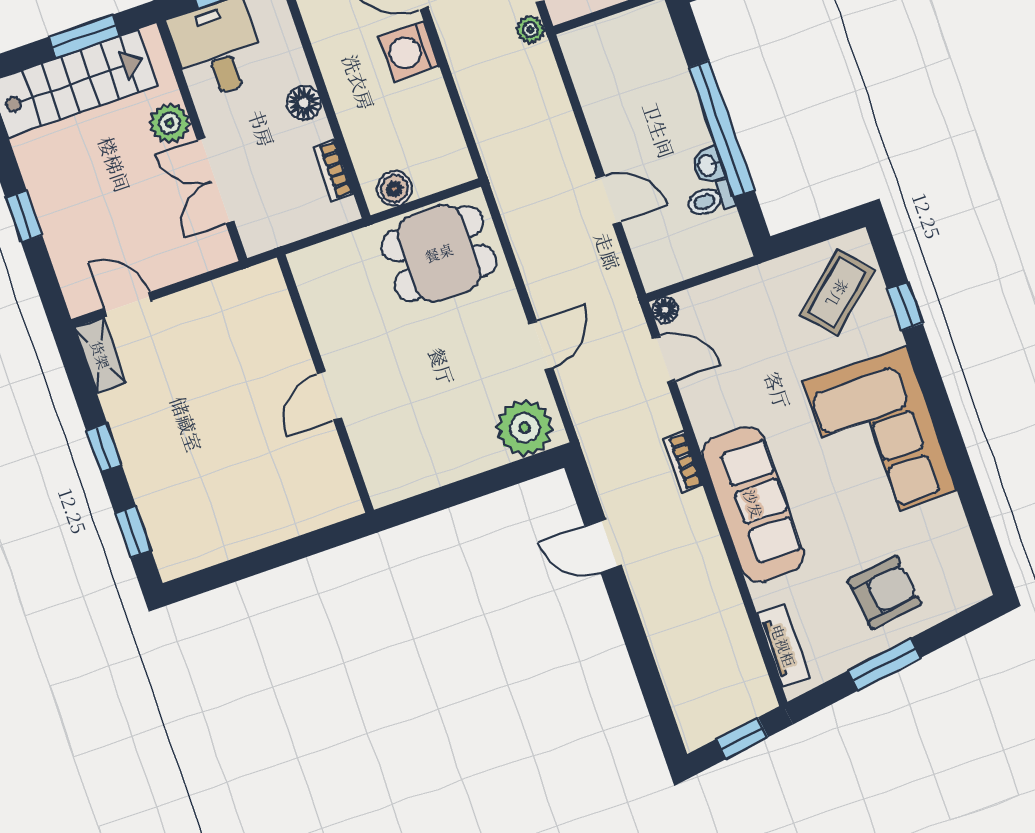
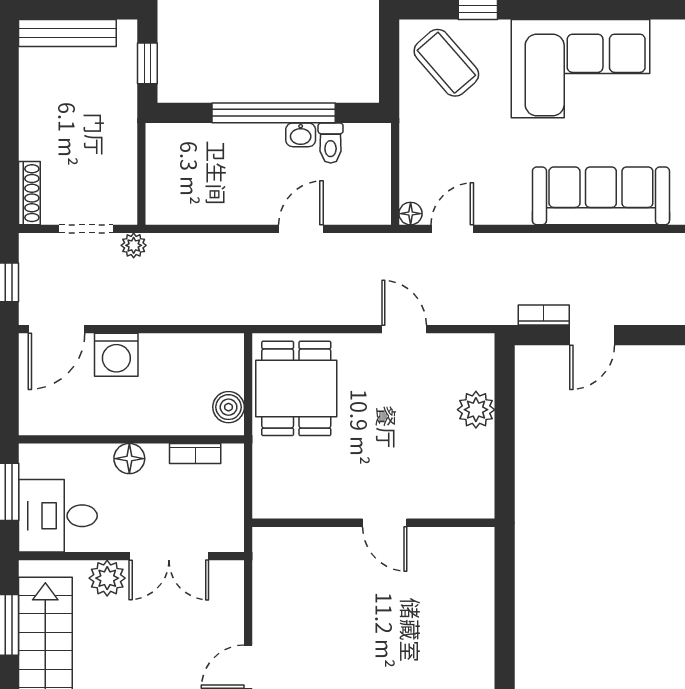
plant: (525, 428) -> (476, 410), moved, width x0.73, depth x0.73
bookcase: (683, 462) -> (544, 315), moved, turned 180

